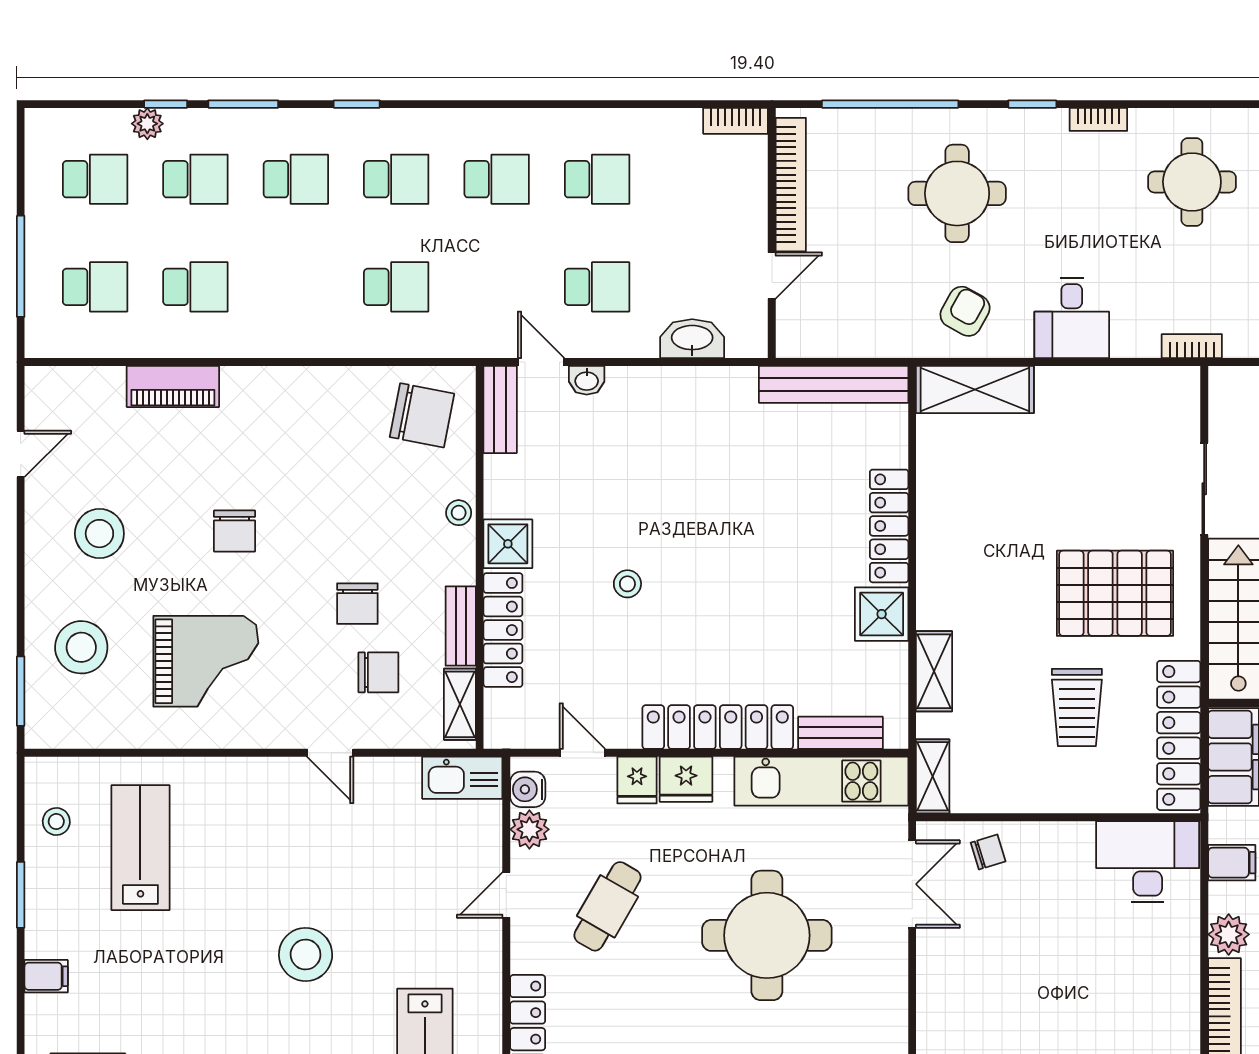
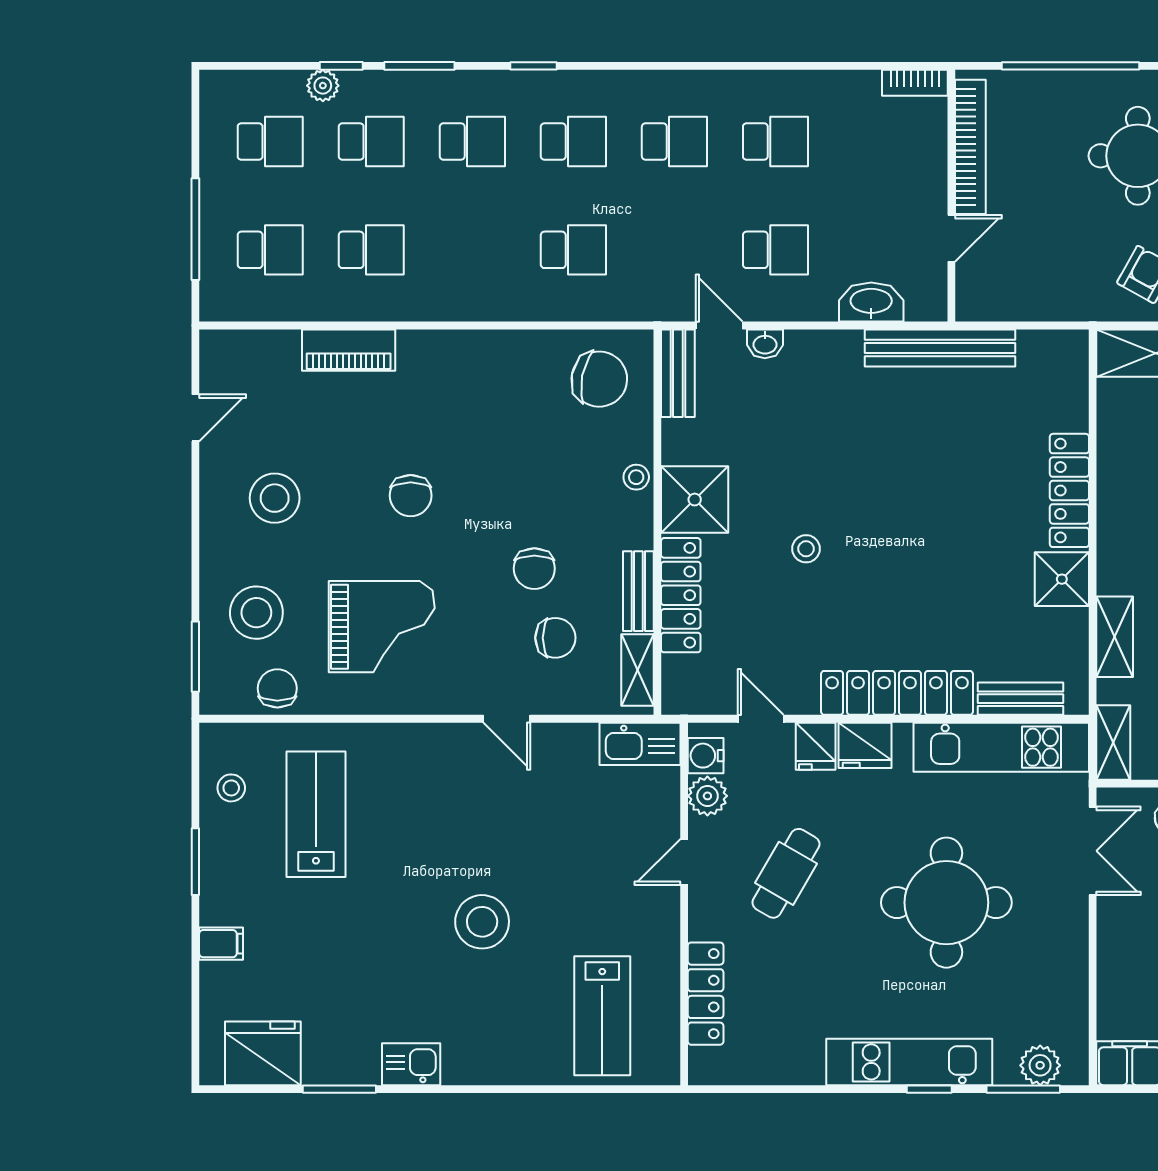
bench: (834, 384) -> (940, 348), moved
shower: (508, 544) -> (695, 500), width x1.36, depth x1.36
chair: (102, 723) -> (277, 688), added

